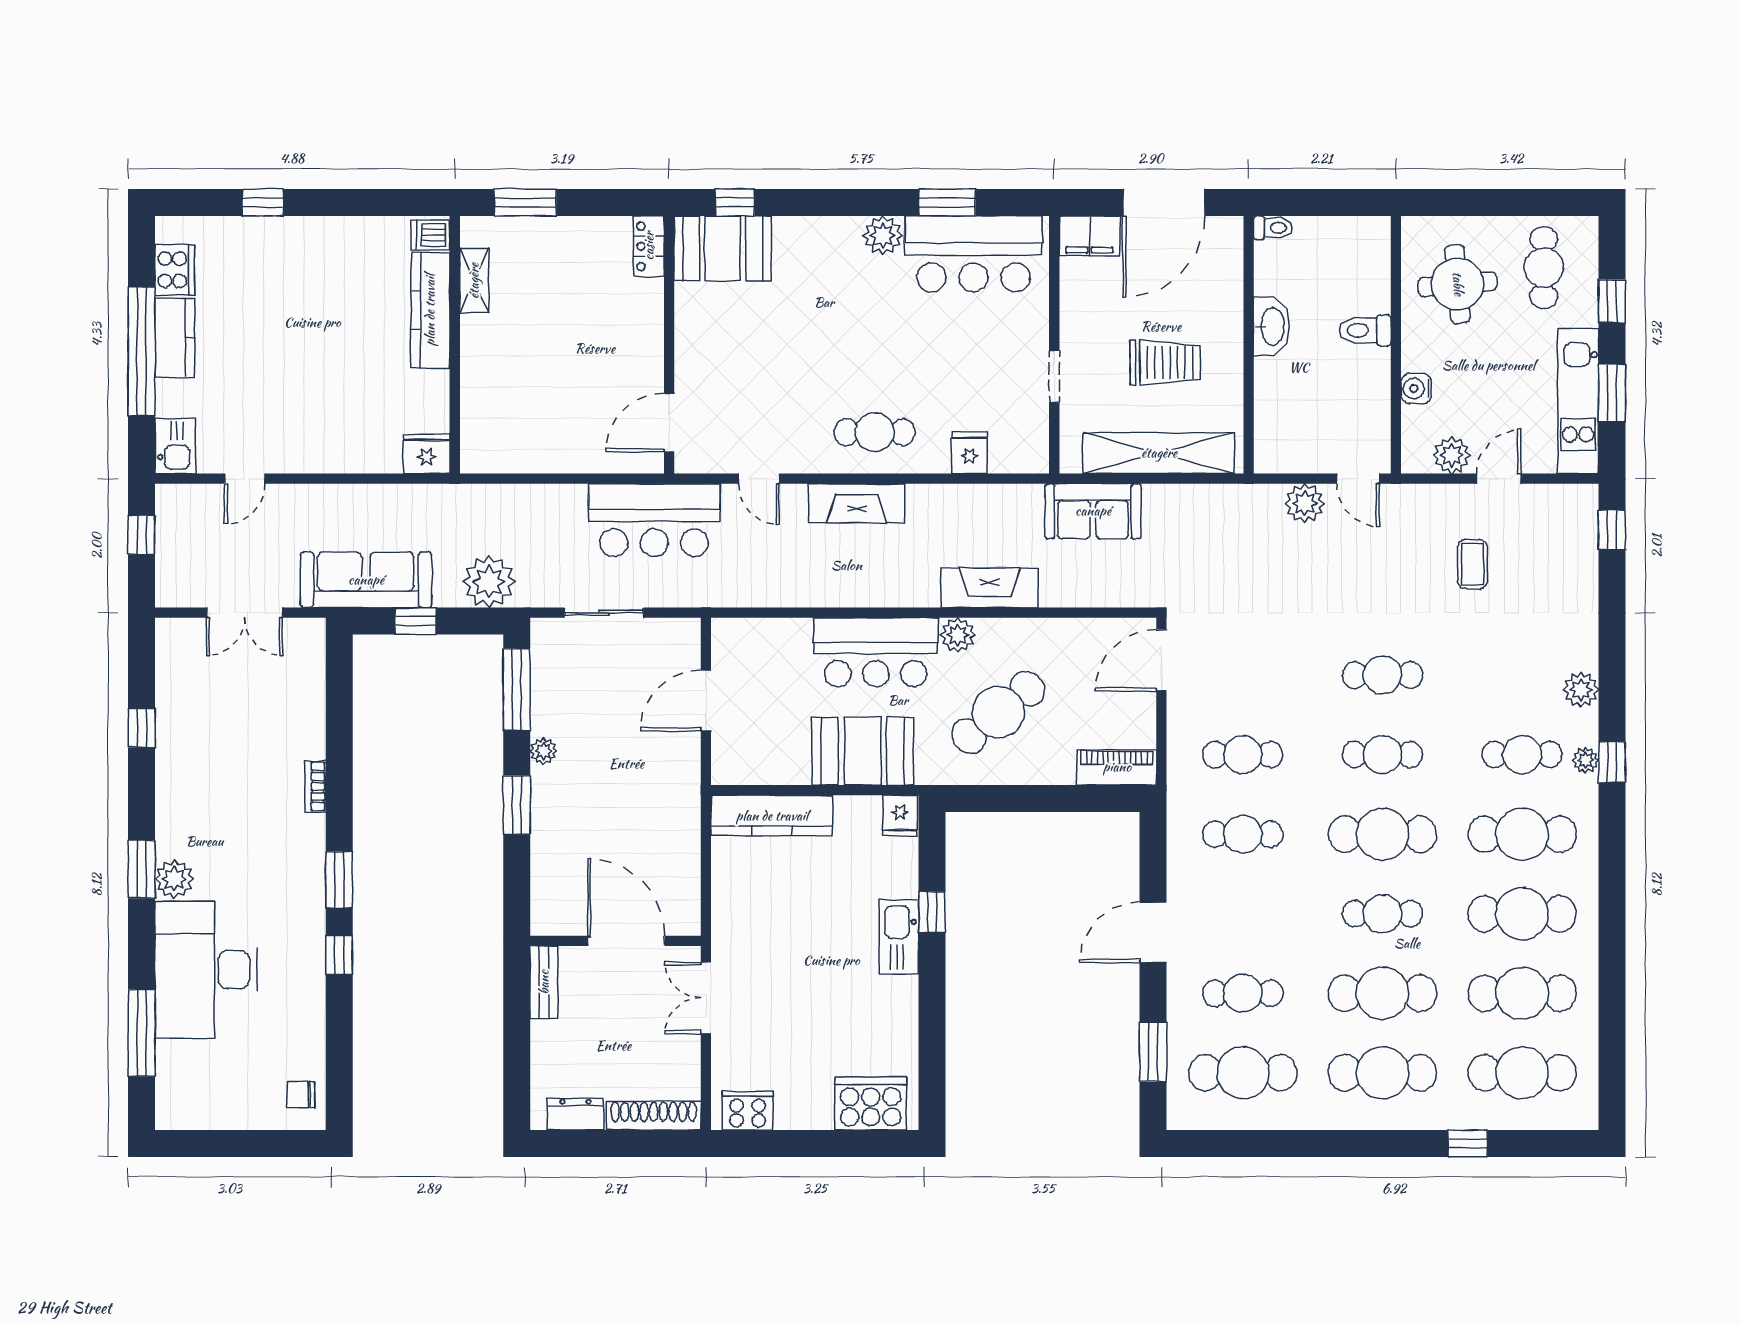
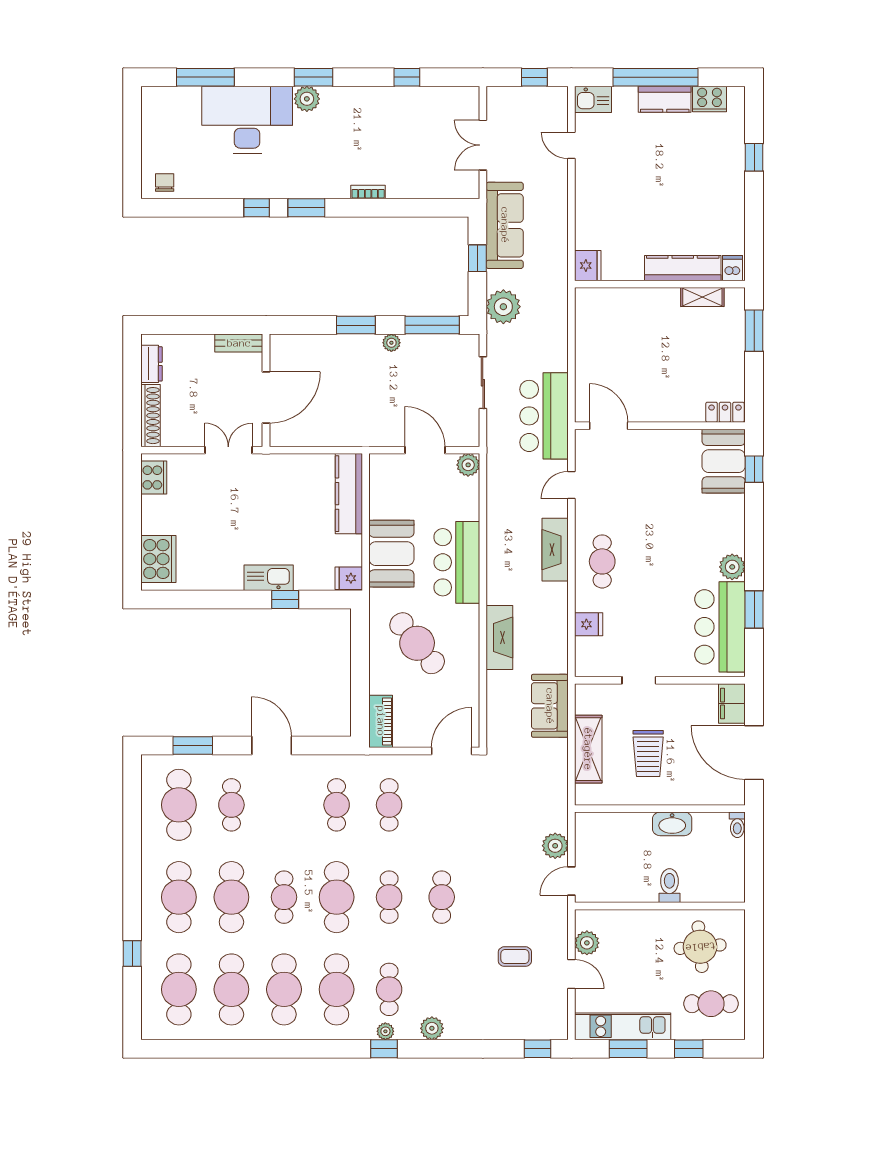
water cooler: (1416, 388) -> (631, 919), removed
shelving: (1159, 453) -> (588, 749), width x0.68
plant: (958, 635) -> (468, 465), moved
door: (1161, 660) -> (452, 751), hinge flipped

